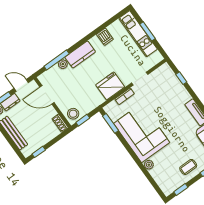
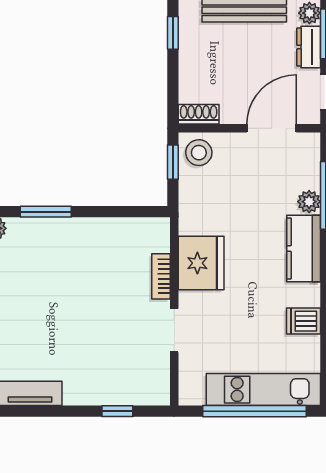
window: (148, 31) -> (254, 411), width x2.11
window: (110, 123) -> (46, 212), moved
corner sofa: (142, 133) -> (66, 258), removed

